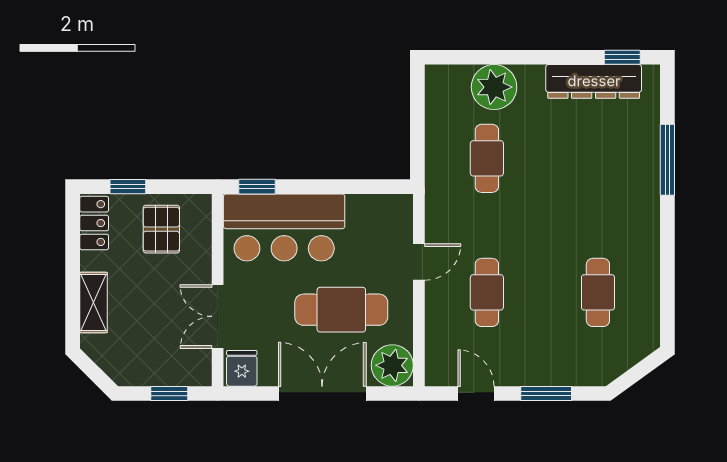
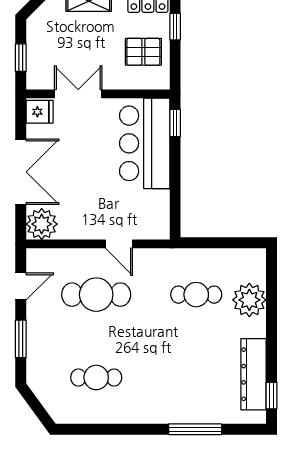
cafe table: (487, 292) -> (96, 295), width x1.37, depth x1.35
cafe table: (341, 310) -> (83, 186), removed

